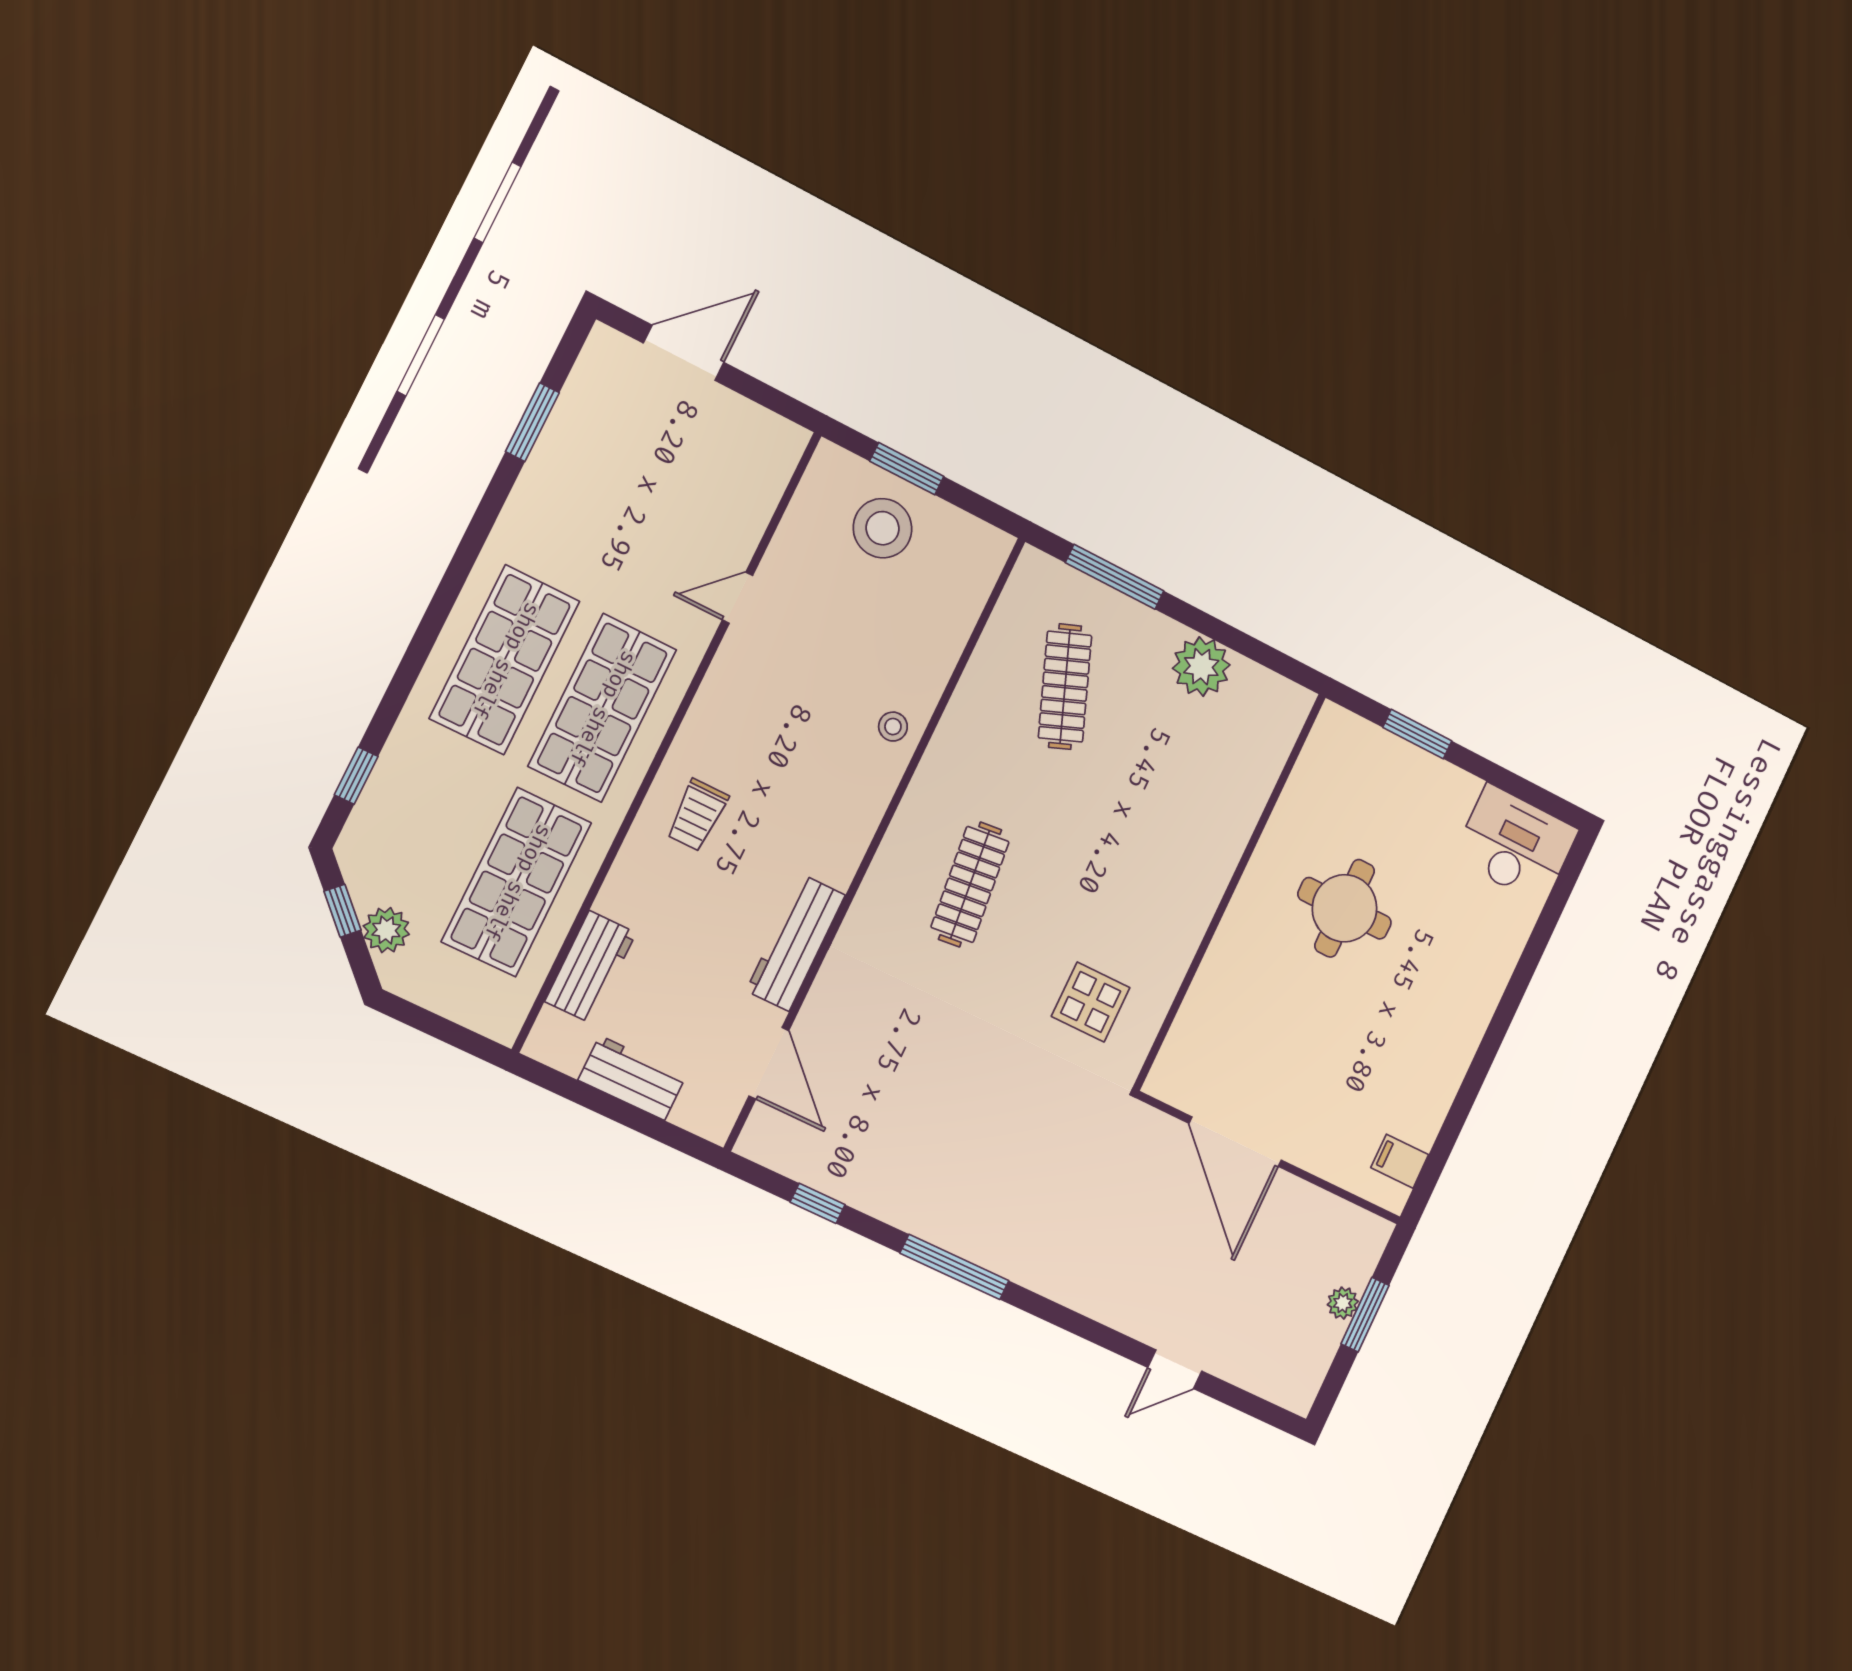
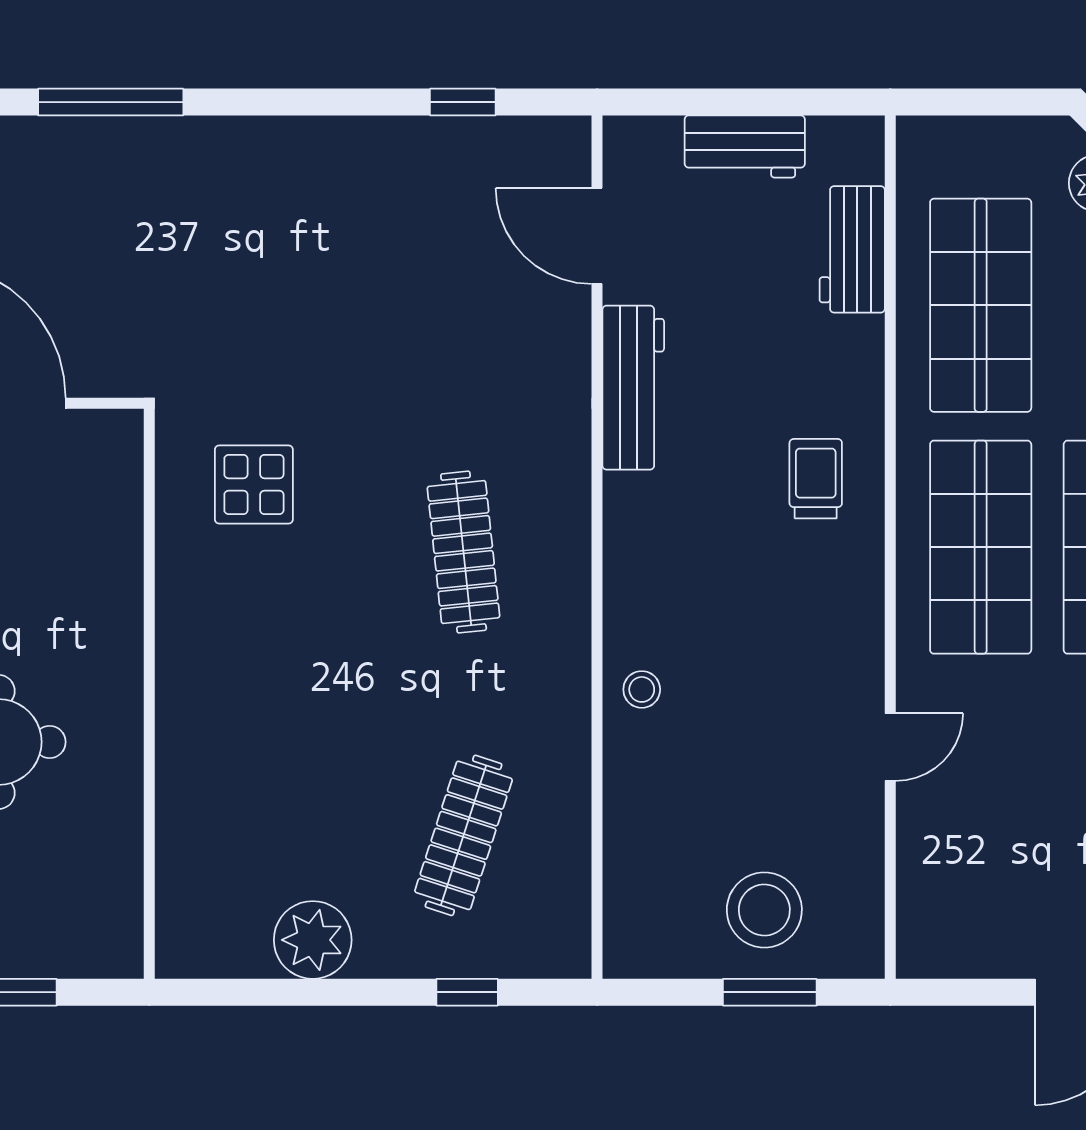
window: (1115, 577) -> (467, 992), width x0.46
clothes rail: (1065, 687) -> (464, 835), turned 39
window: (954, 1267) -> (111, 102), moved

